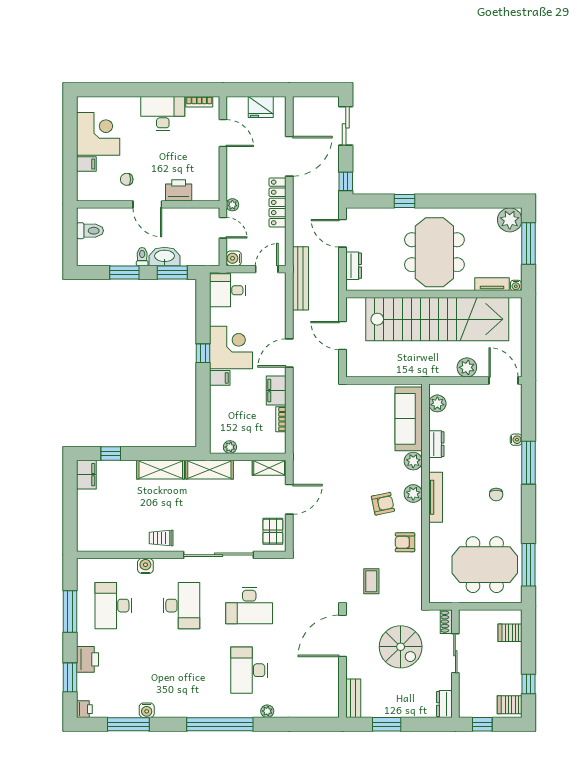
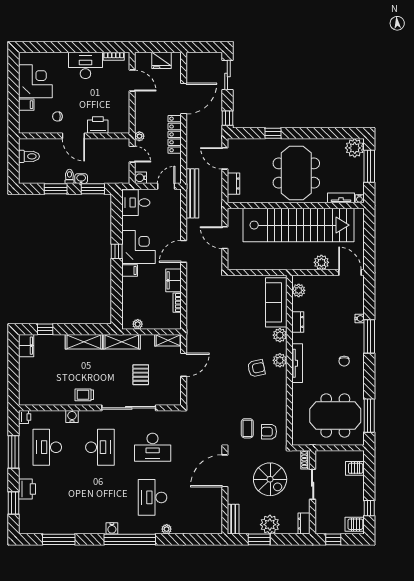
washbasin: (165, 256) -> (81, 179), width x0.52, depth x0.69
pallet: (273, 531) -> (141, 375), moved
armchair: (405, 542) -> (269, 432), moved
plant: (400, 705) -> (270, 525), added
printer: (84, 709) -> (25, 417), moved
water cooler: (147, 710) -> (112, 528), moved

